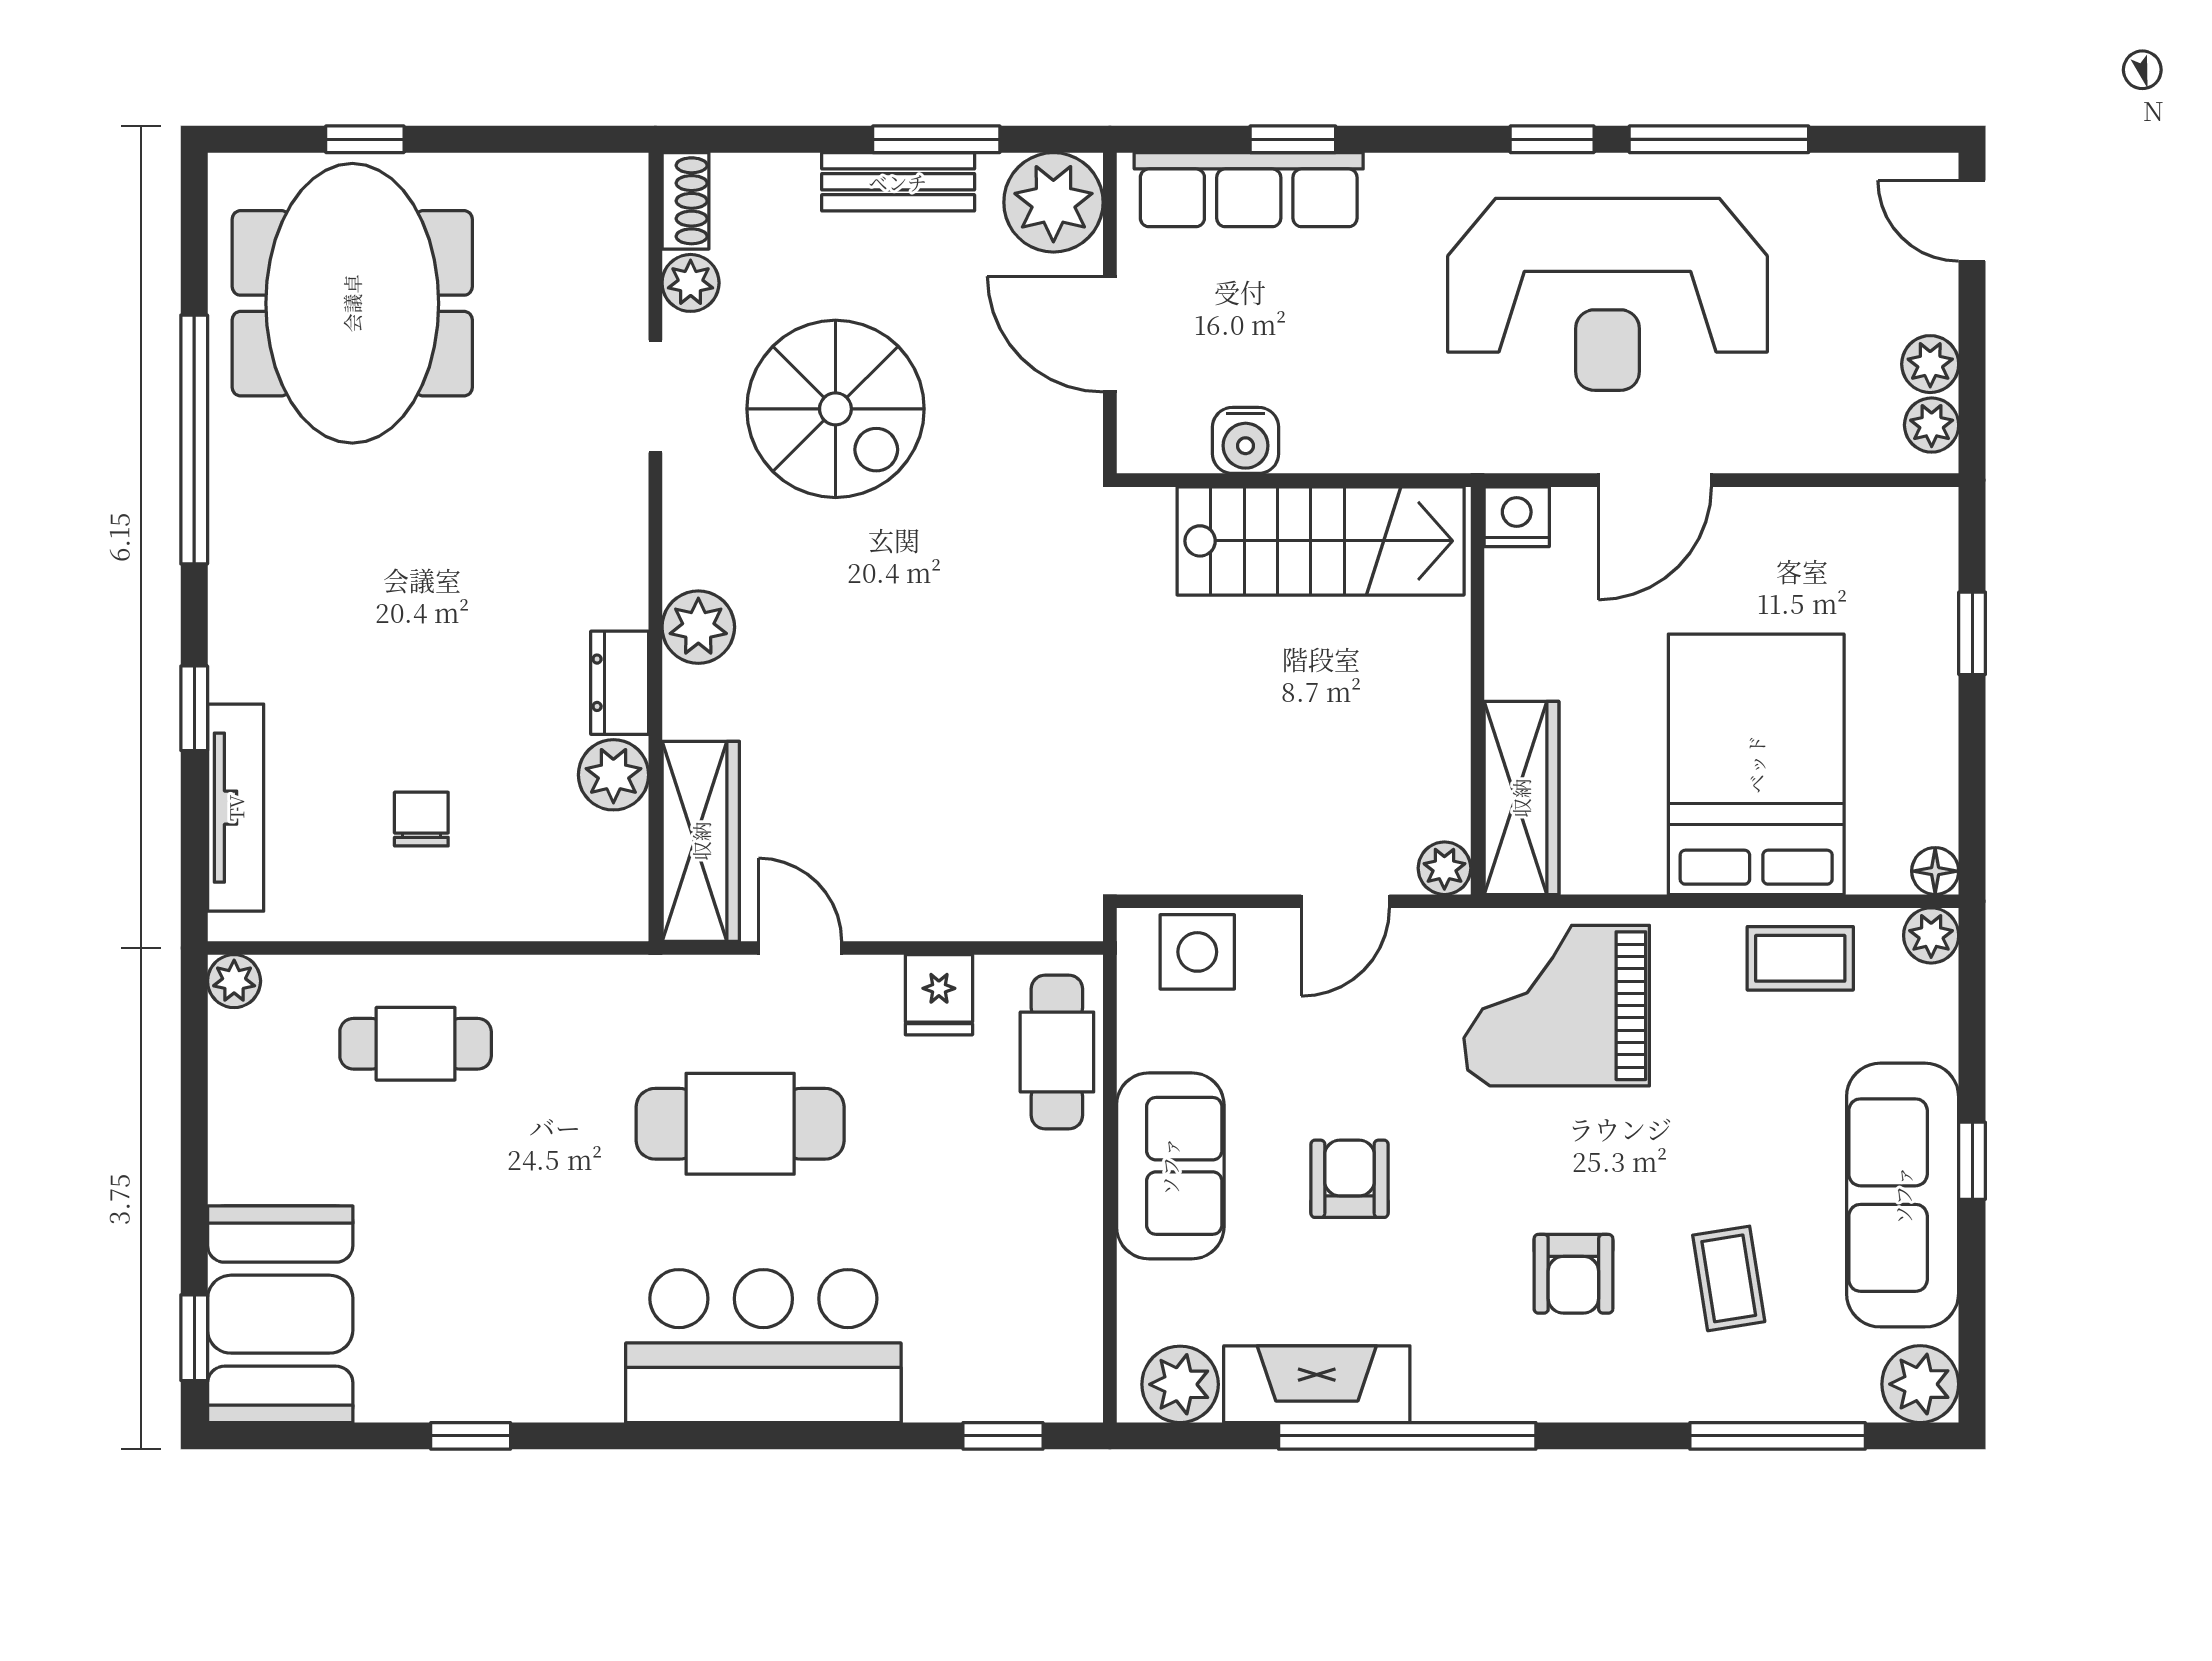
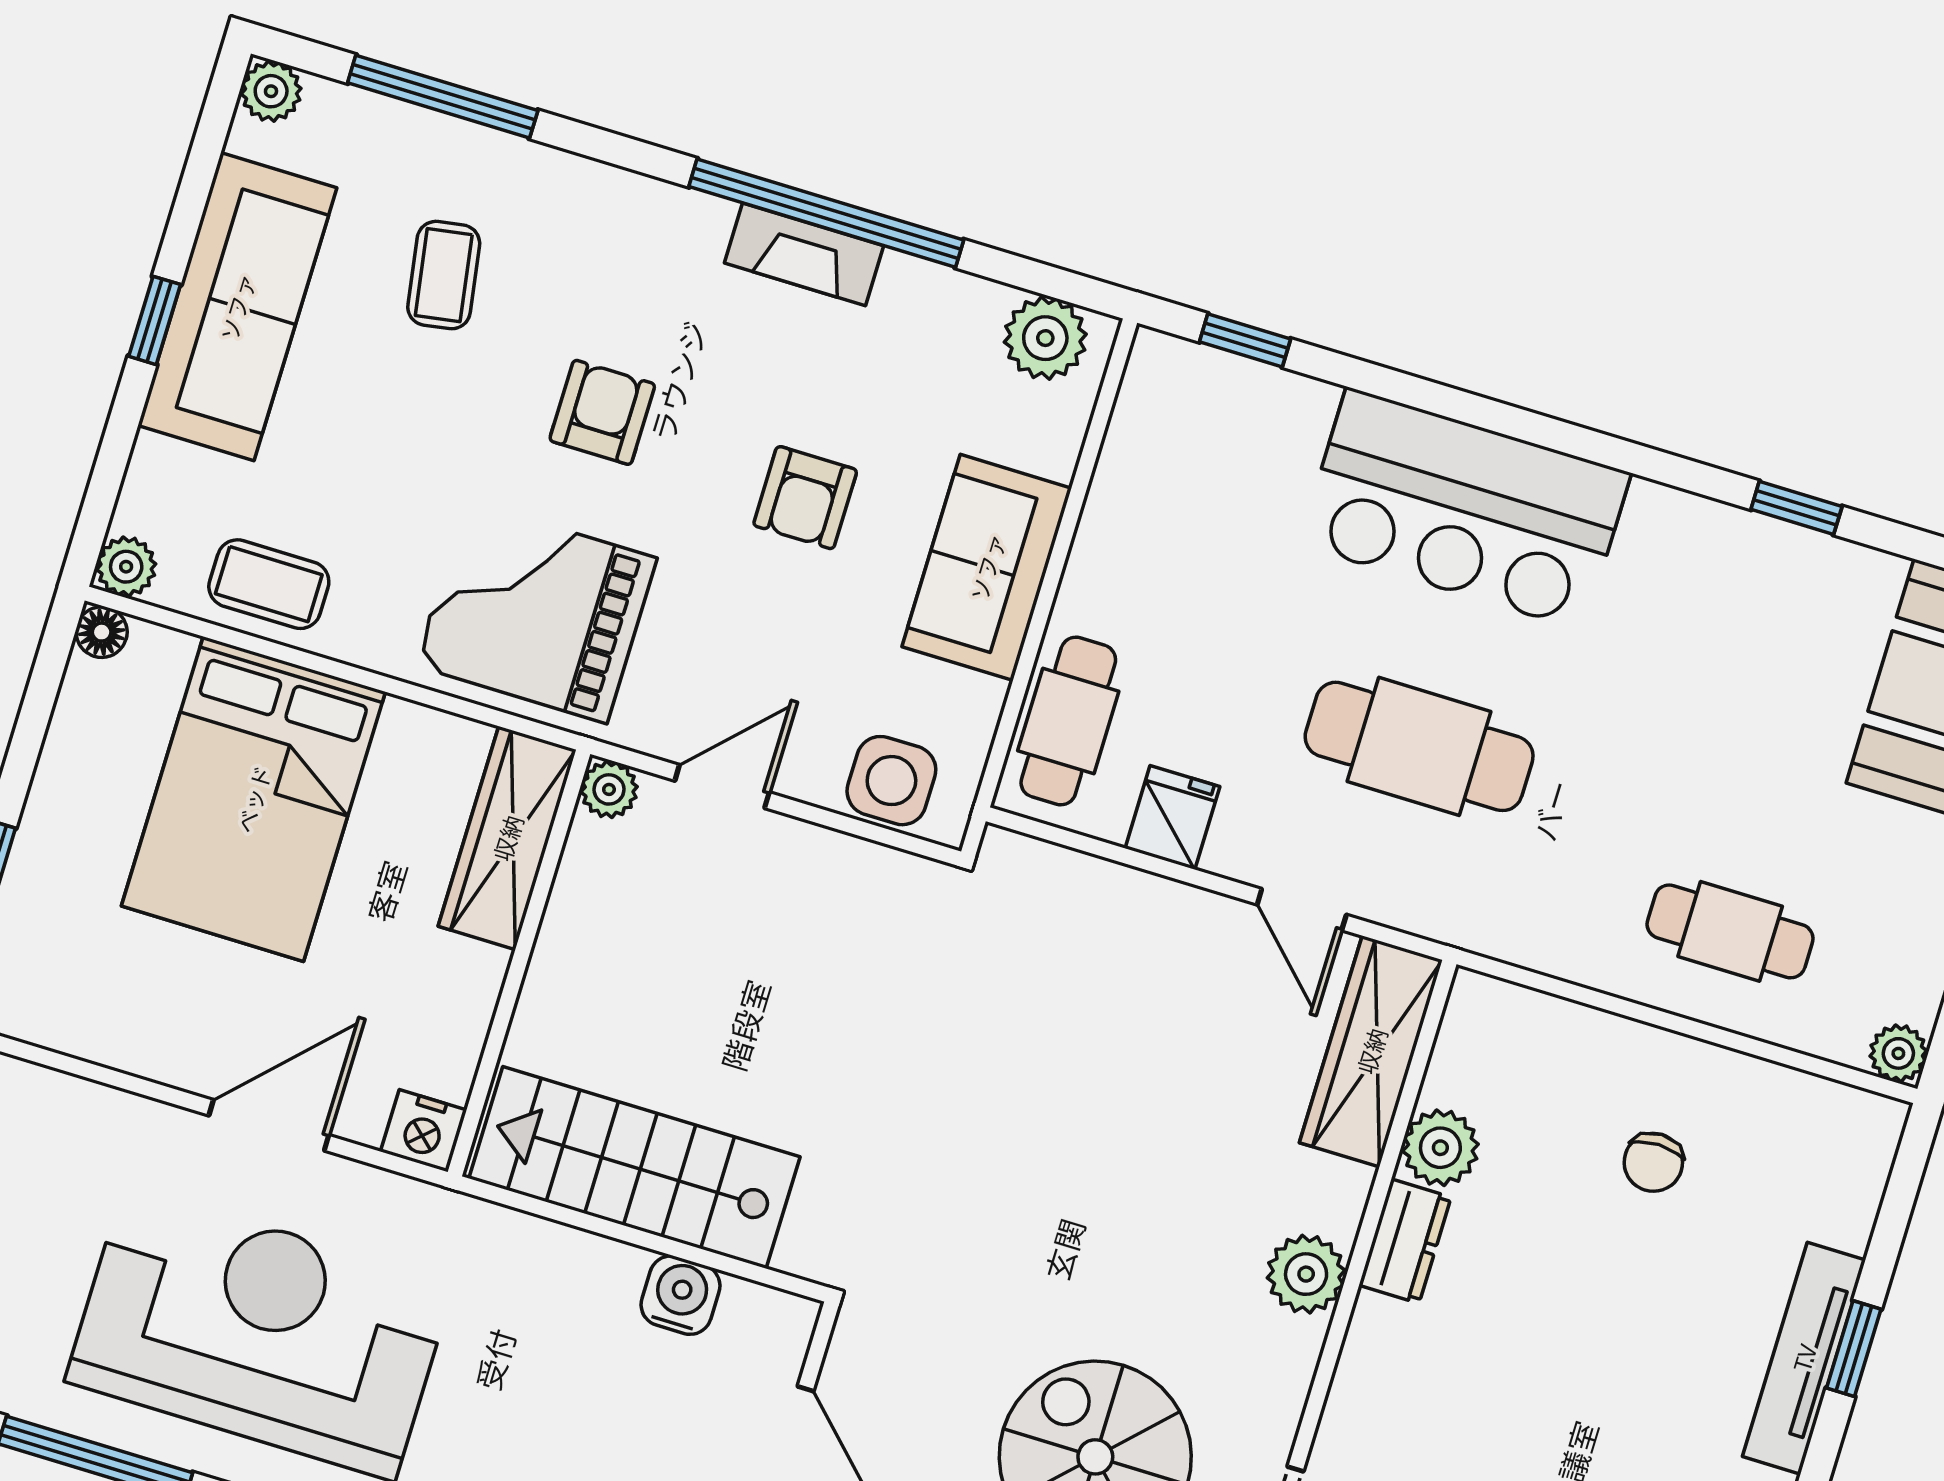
tv unit: (236, 808) -> (1804, 1358), moved
grand piano: (1557, 1006) -> (536, 612), turned 180
armchair: (1573, 1274) -> (602, 412), moved
fireplace: (1317, 1384) -> (804, 254), moved, width x0.73, depth x0.76
plant: (1920, 1384) -> (271, 91), width x0.73, depth x0.73

